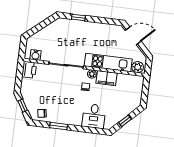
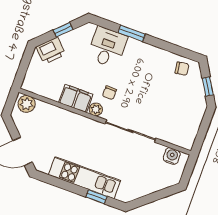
kitchen unit: (108, 63) -> (85, 178), moved, turned 180
printer: (29, 70) -> (51, 51), moved, turned -135
window: (59, 126) -> (132, 33), moved

